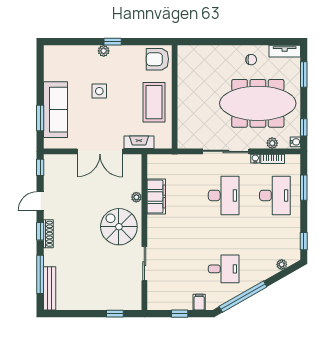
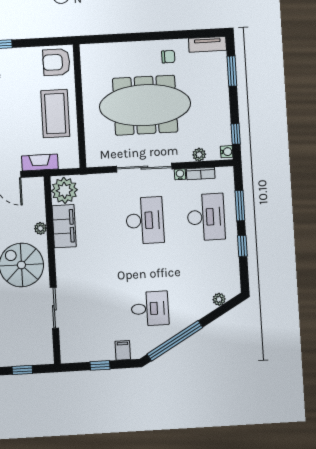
meeting table: (258, 103) -> (145, 105), moved
plant: (158, 167) -> (64, 190), added
window: (304, 241) -> (242, 246), moved

